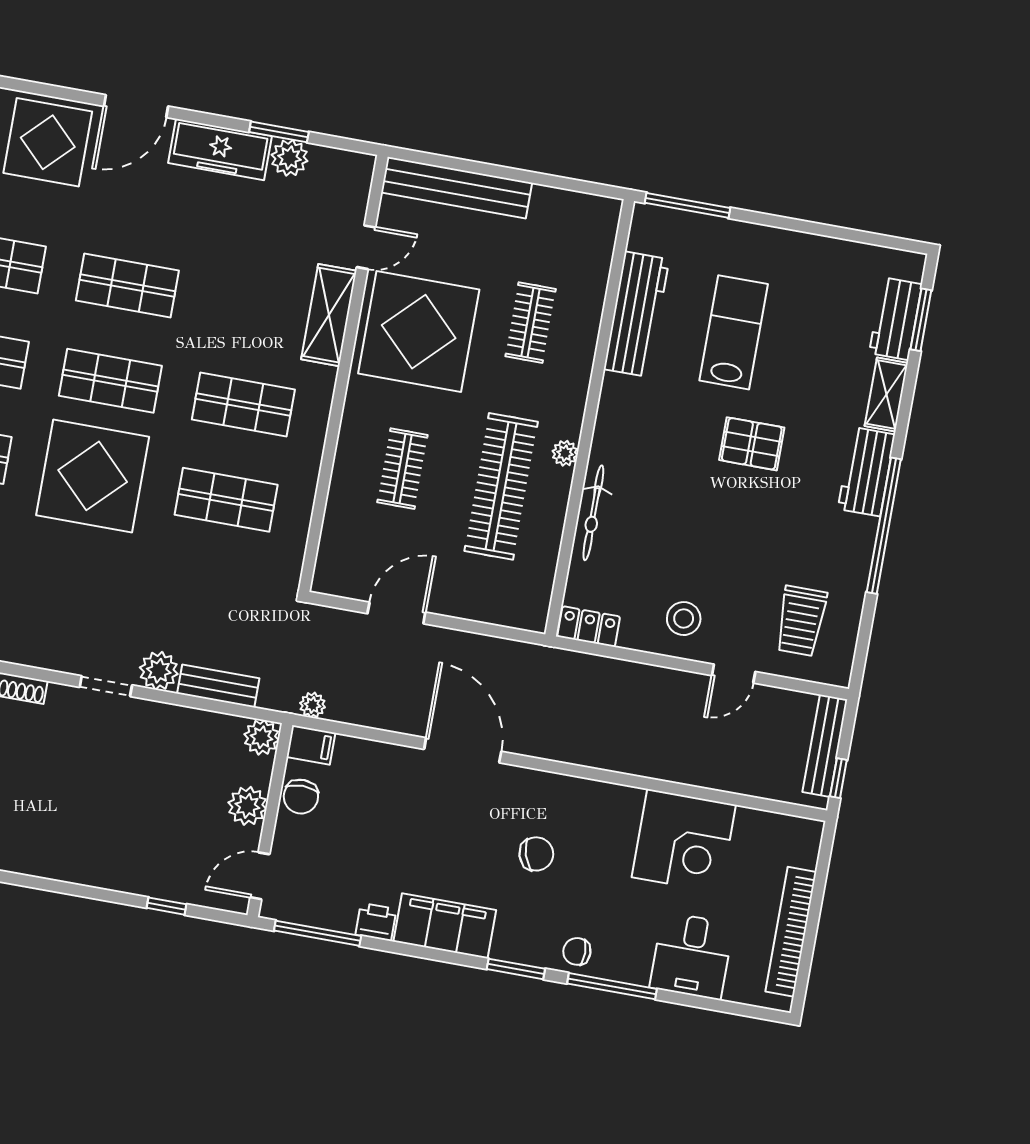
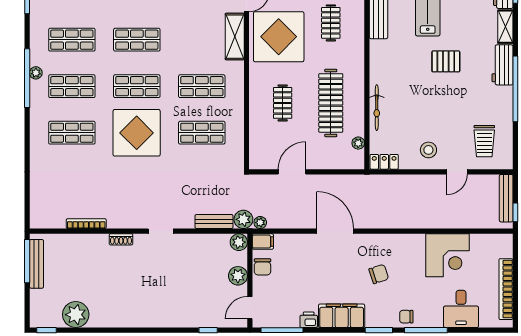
plant: (565, 453) -> (358, 143), moved
plant: (159, 671) -> (243, 219), moved

